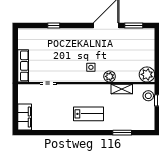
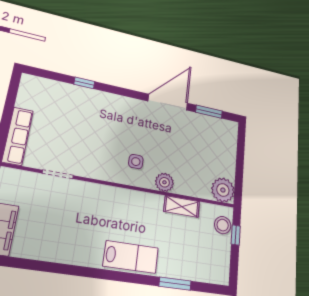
lab bench: (88, 114) -> (131, 257), moved

